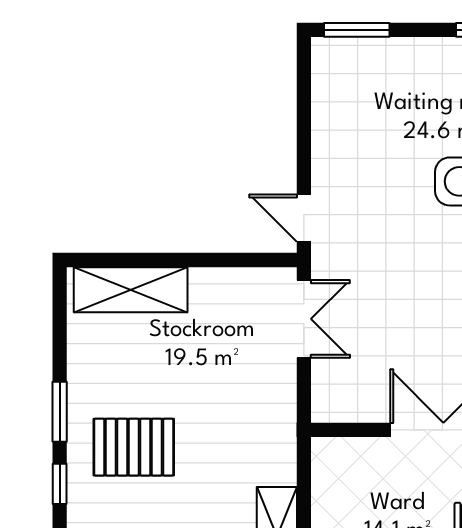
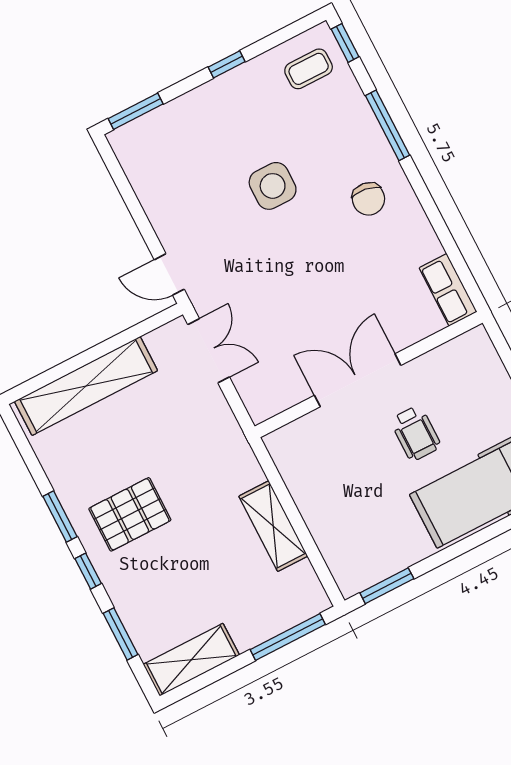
shelving: (131, 290) -> (86, 386), width x1.47

